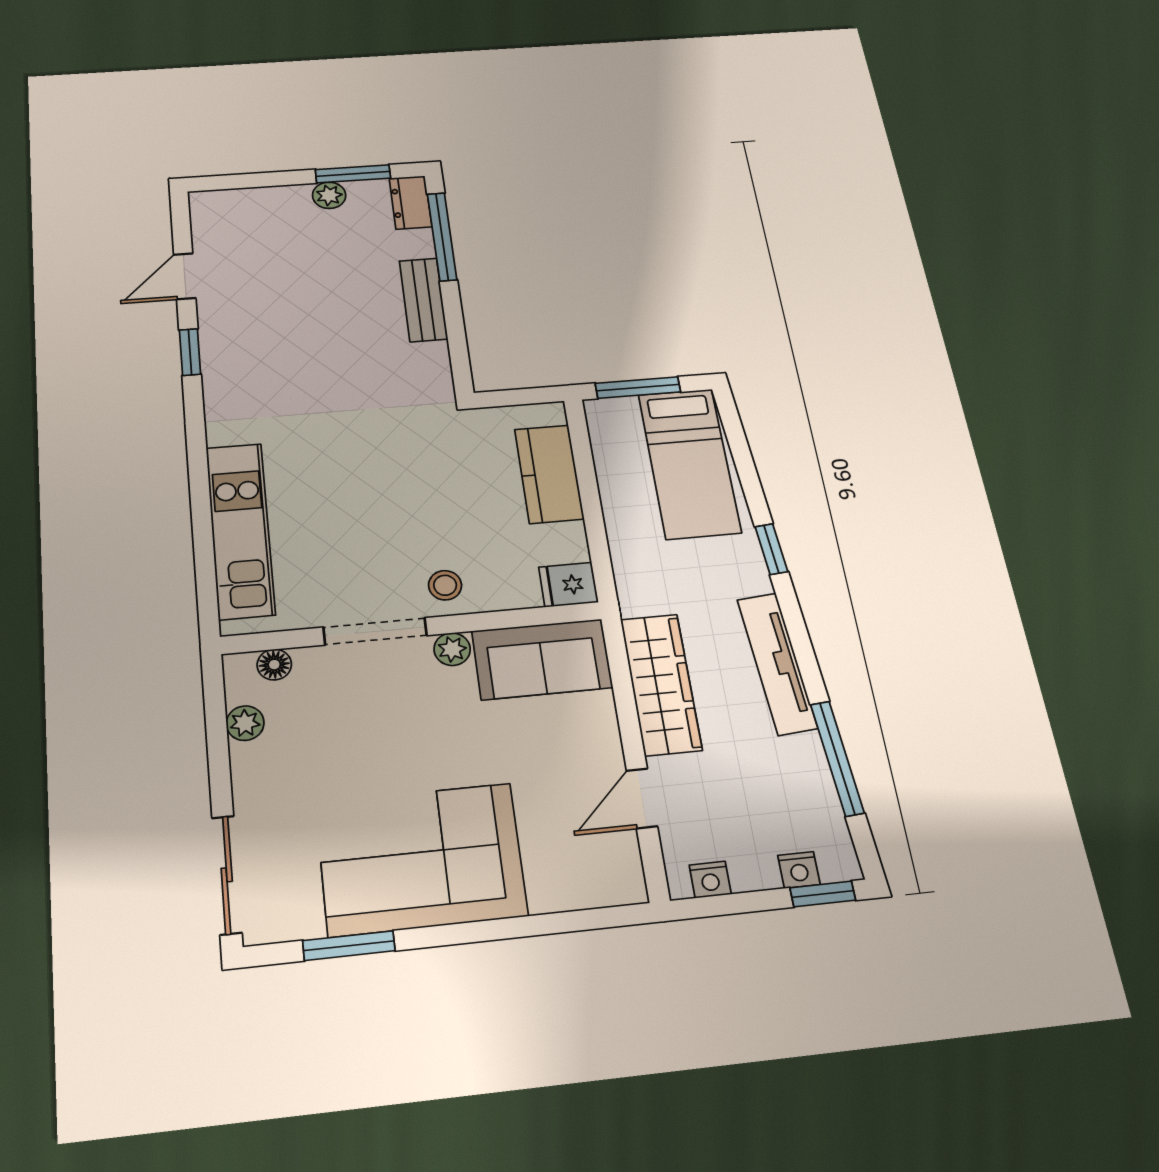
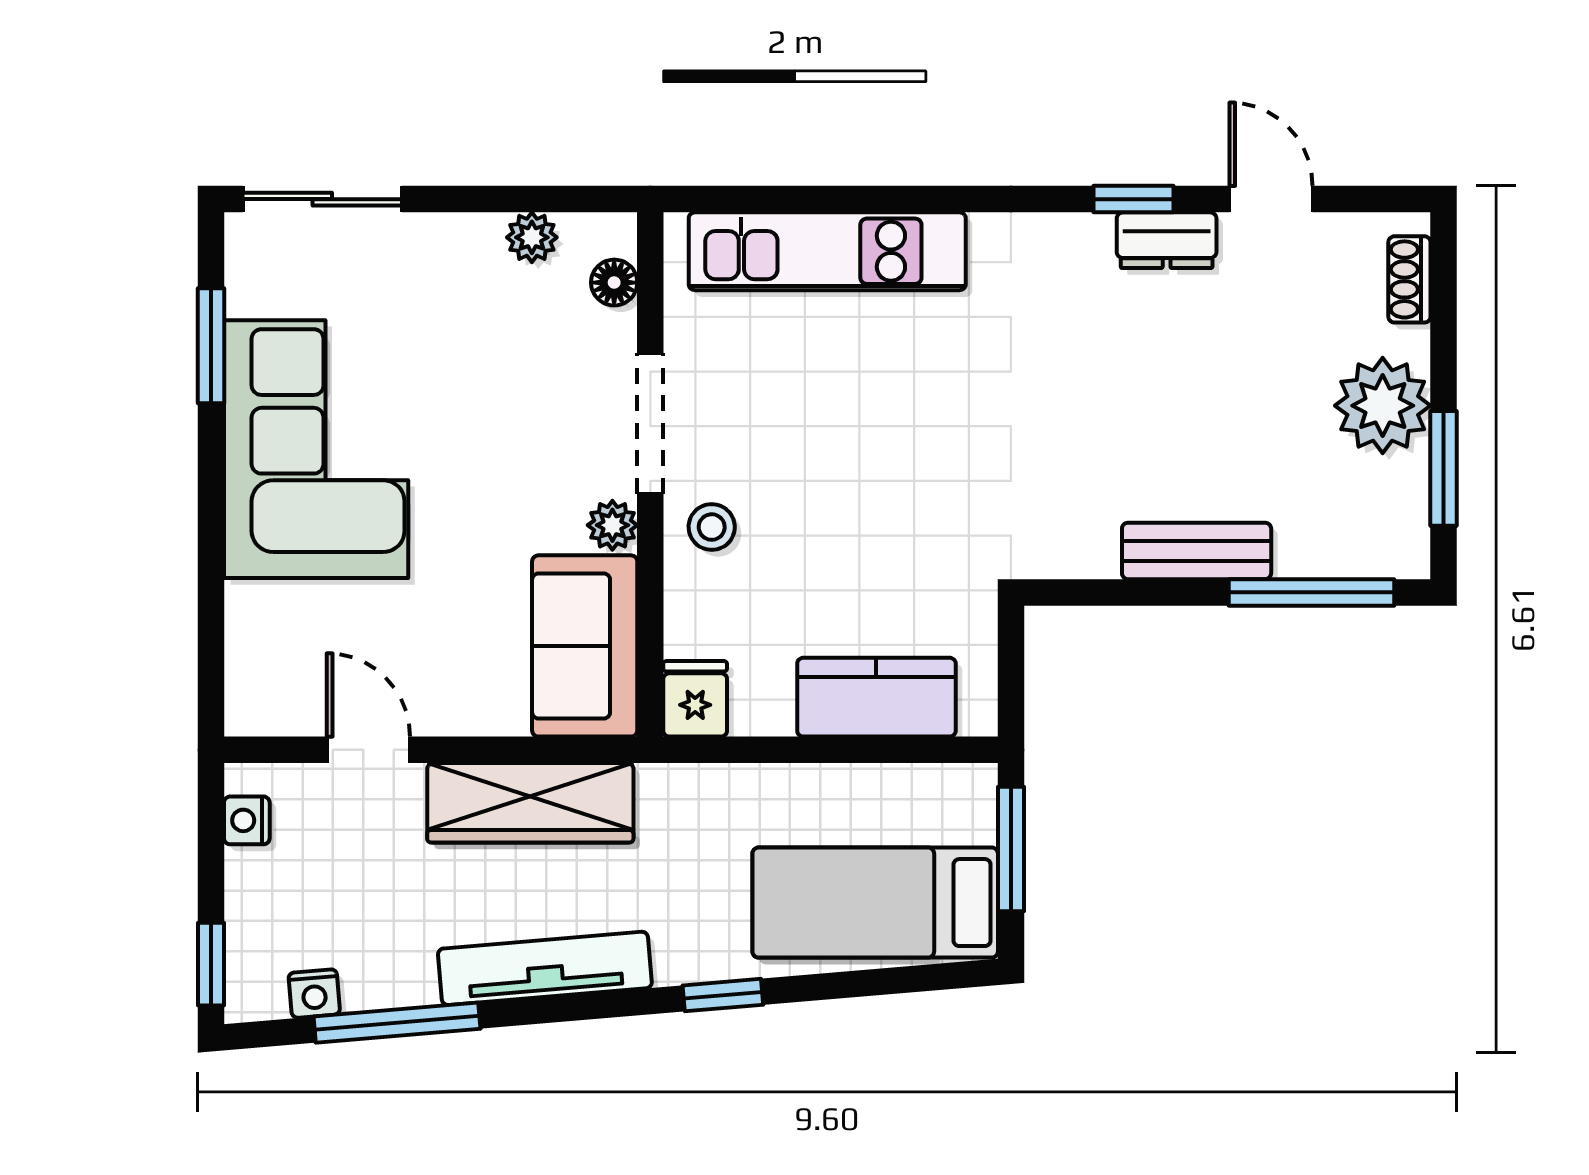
plant: (329, 195) -> (1383, 406), width x1.88, depth x1.88
shoe rack: (232, 199) -> (1409, 279), added
dresser: (410, 202) -> (1167, 240), moved, turned 180
nightstand: (799, 870) -> (314, 994), moved, turned -95

